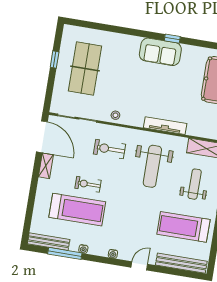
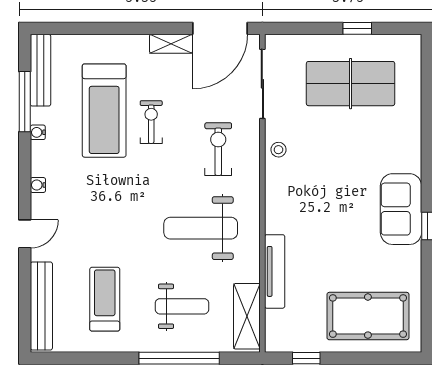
tv unit: (165, 126) -> (275, 271), moved
treadmill: (183, 227) -> (105, 299), width x0.73, depth x0.73
door: (139, 266) -> (25, 234), hinge flipped

